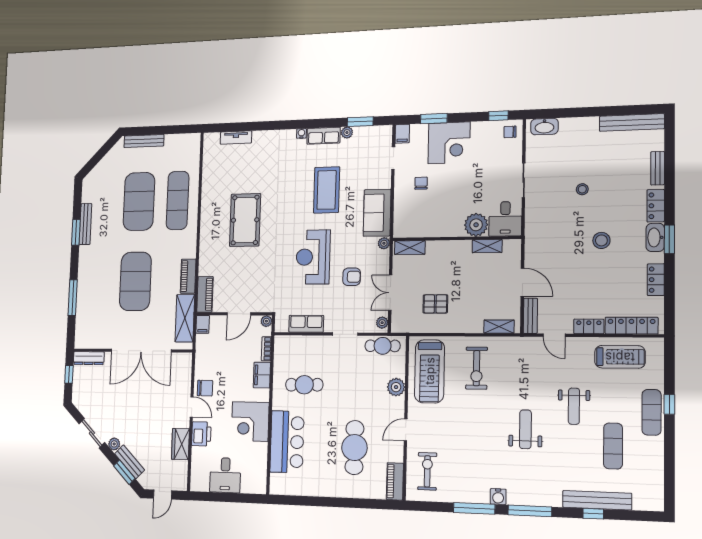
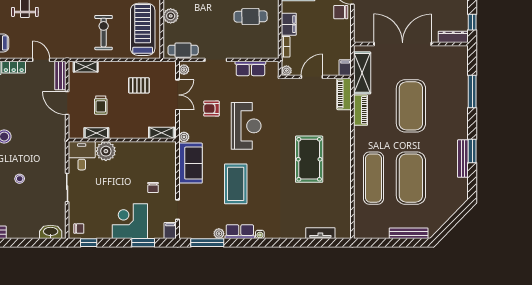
window: (360, 122) -> (207, 243), width x1.44
trolley: (481, 280) -> (101, 105), added

